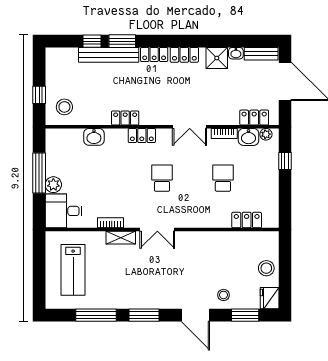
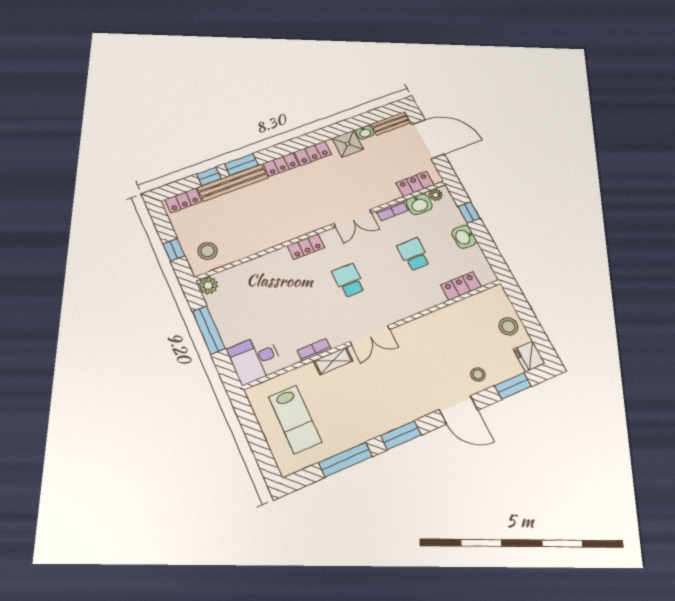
locker: (125, 118) -> (183, 201), moved, turned 180
washbasin: (94, 137) -> (464, 237), moved, turned 90
plant: (53, 185) -> (208, 285), moved

